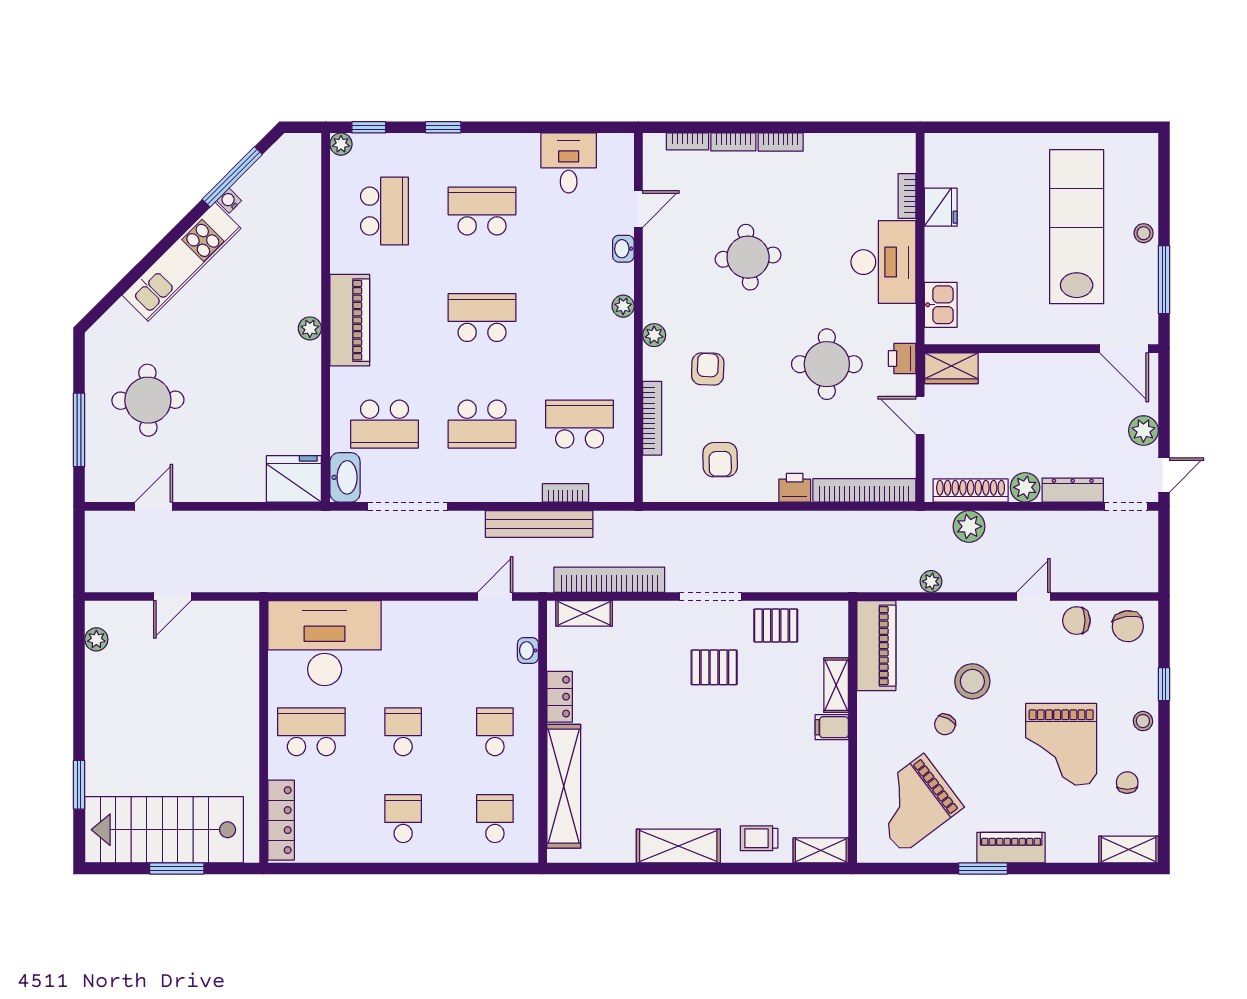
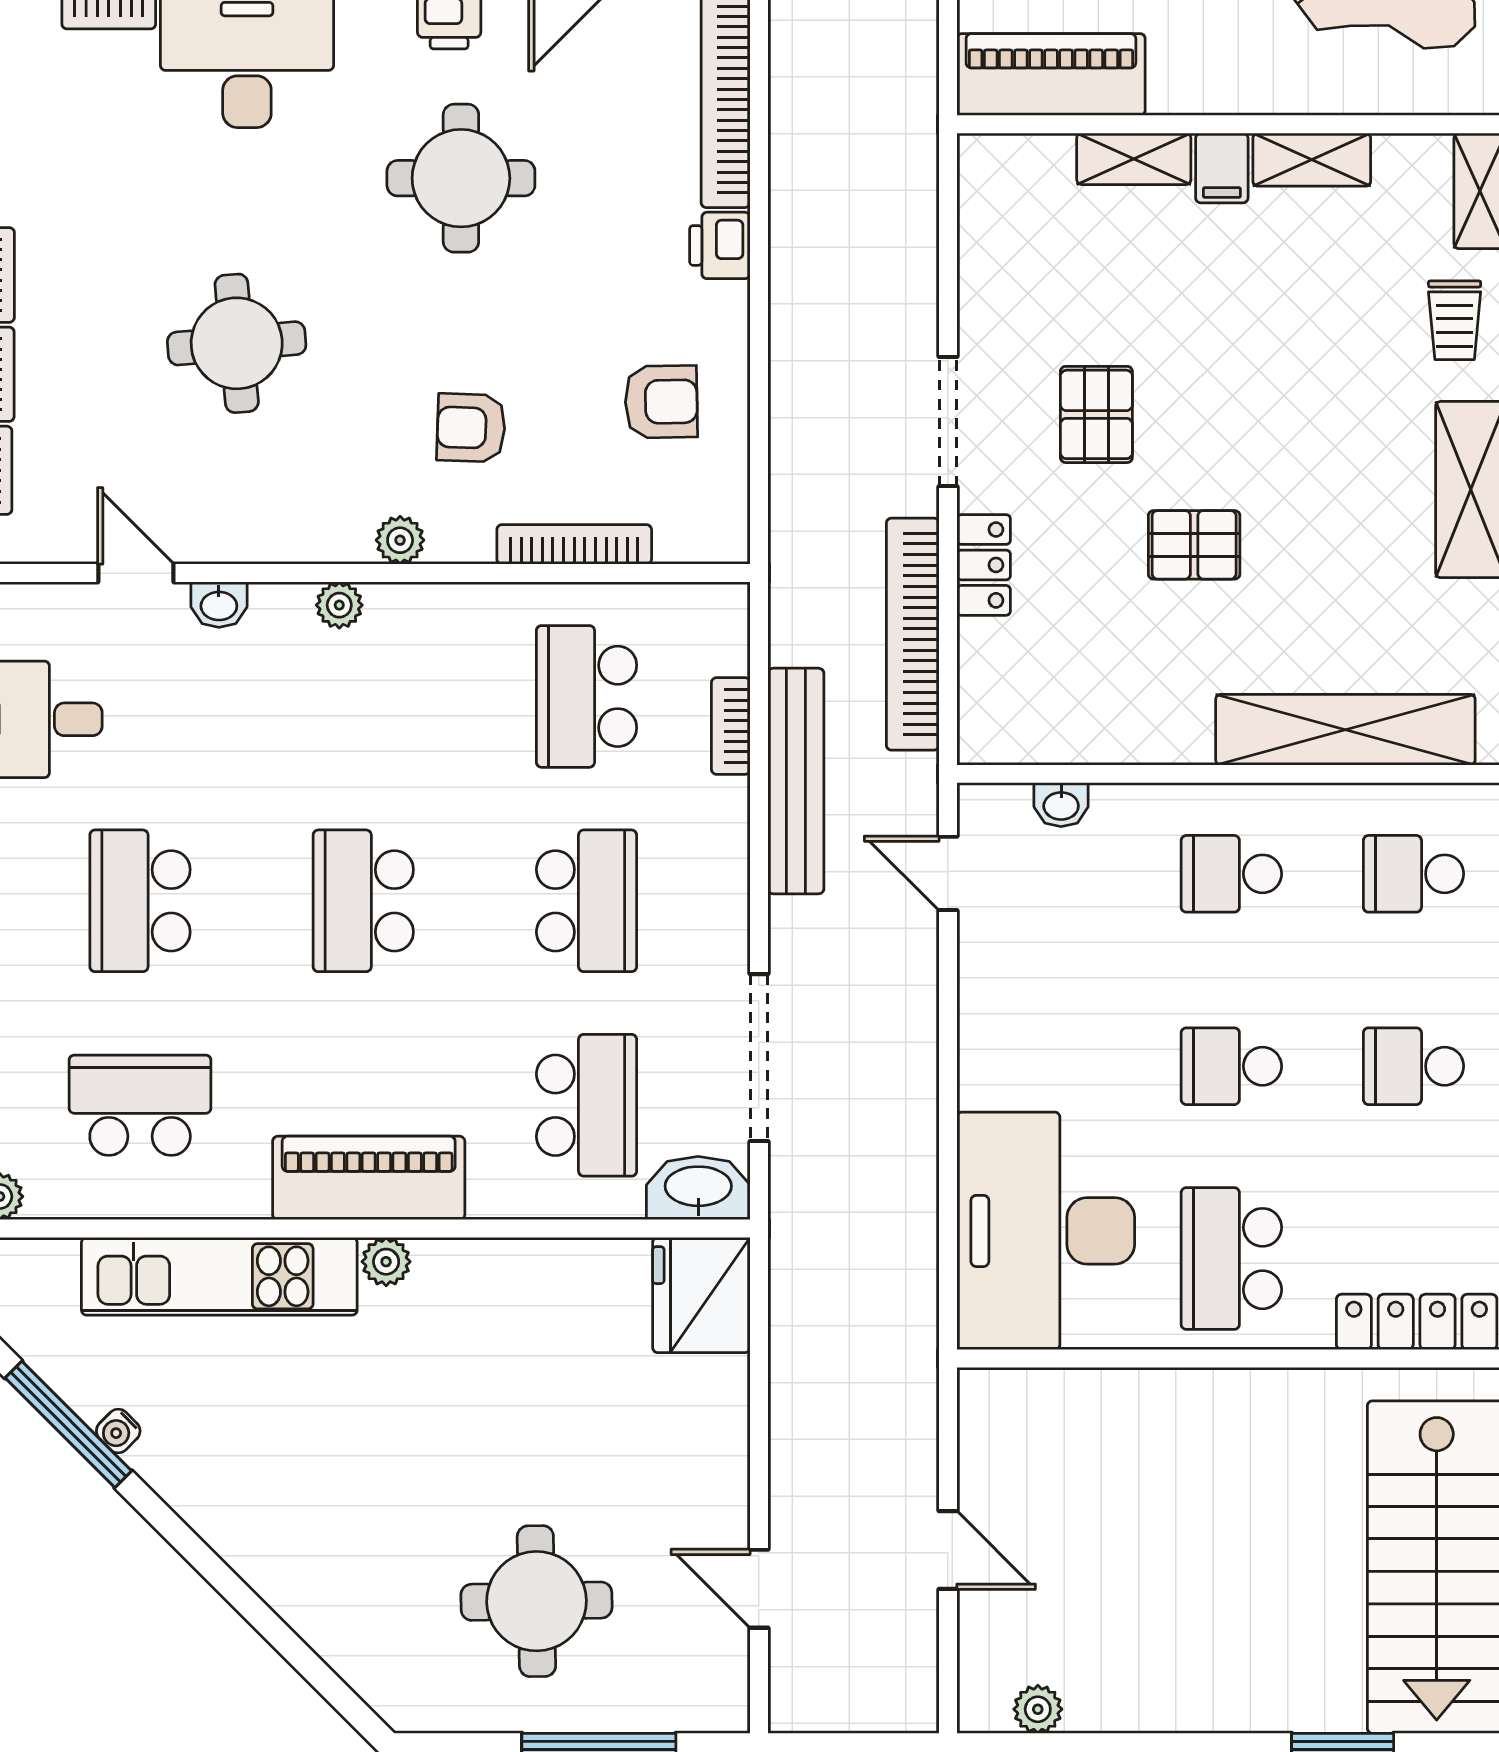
kitchen unit: (181, 262) -> (219, 1276), moved, turned 135
shelving: (584, 613) -> (1312, 160), moved, turned 90
pallet: (776, 626) -> (1194, 545), moved, turned 90
locker: (560, 697) -> (984, 565), moved, turned 90

